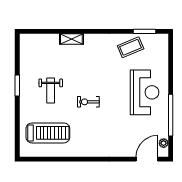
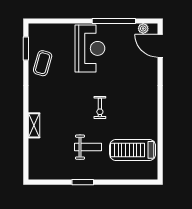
coffee table: (131, 47) -> (43, 63), turned 39
reception desk: (145, 92) -> (90, 48), turned 90
treadmill: (48, 133) -> (133, 150), turned -90

